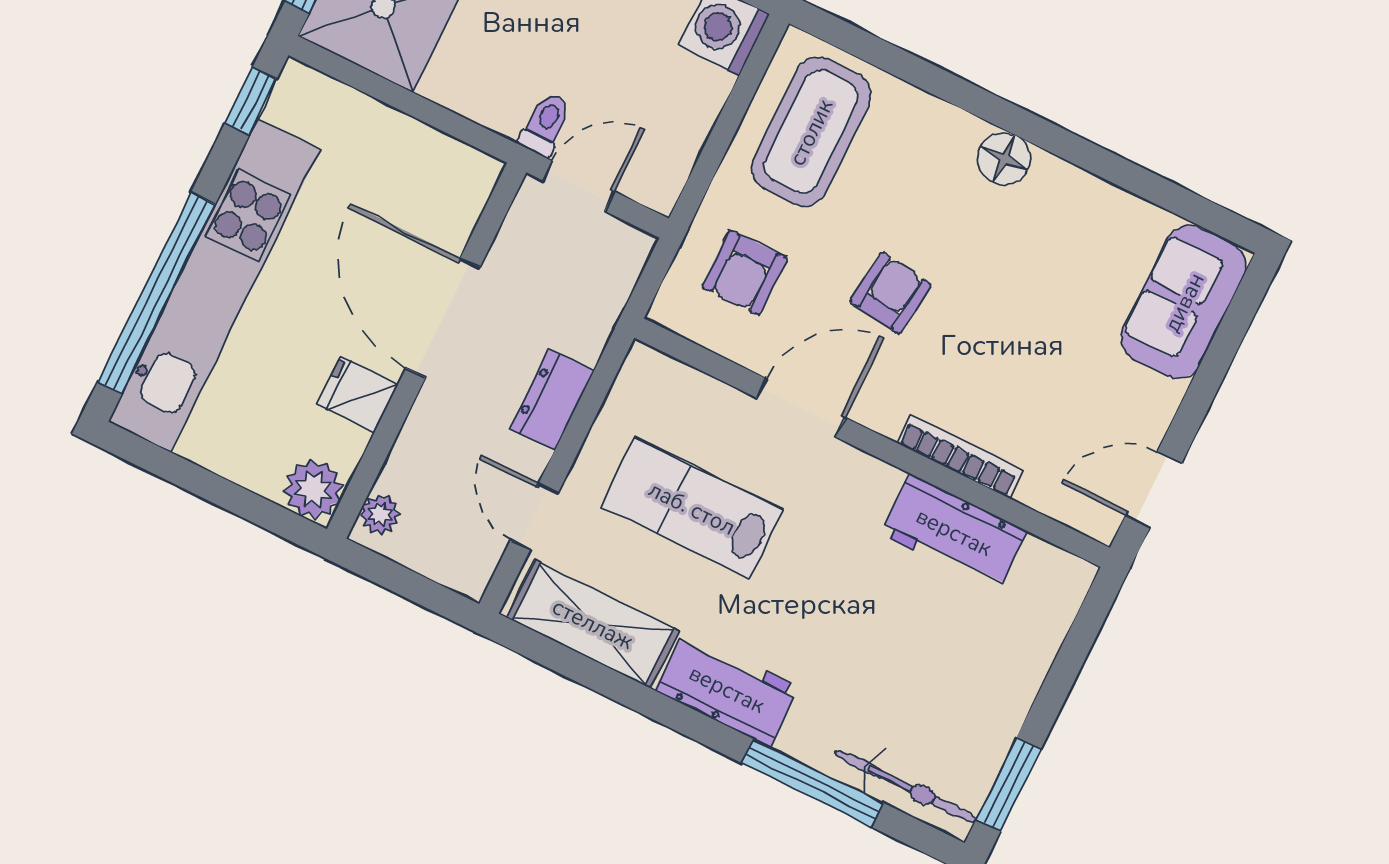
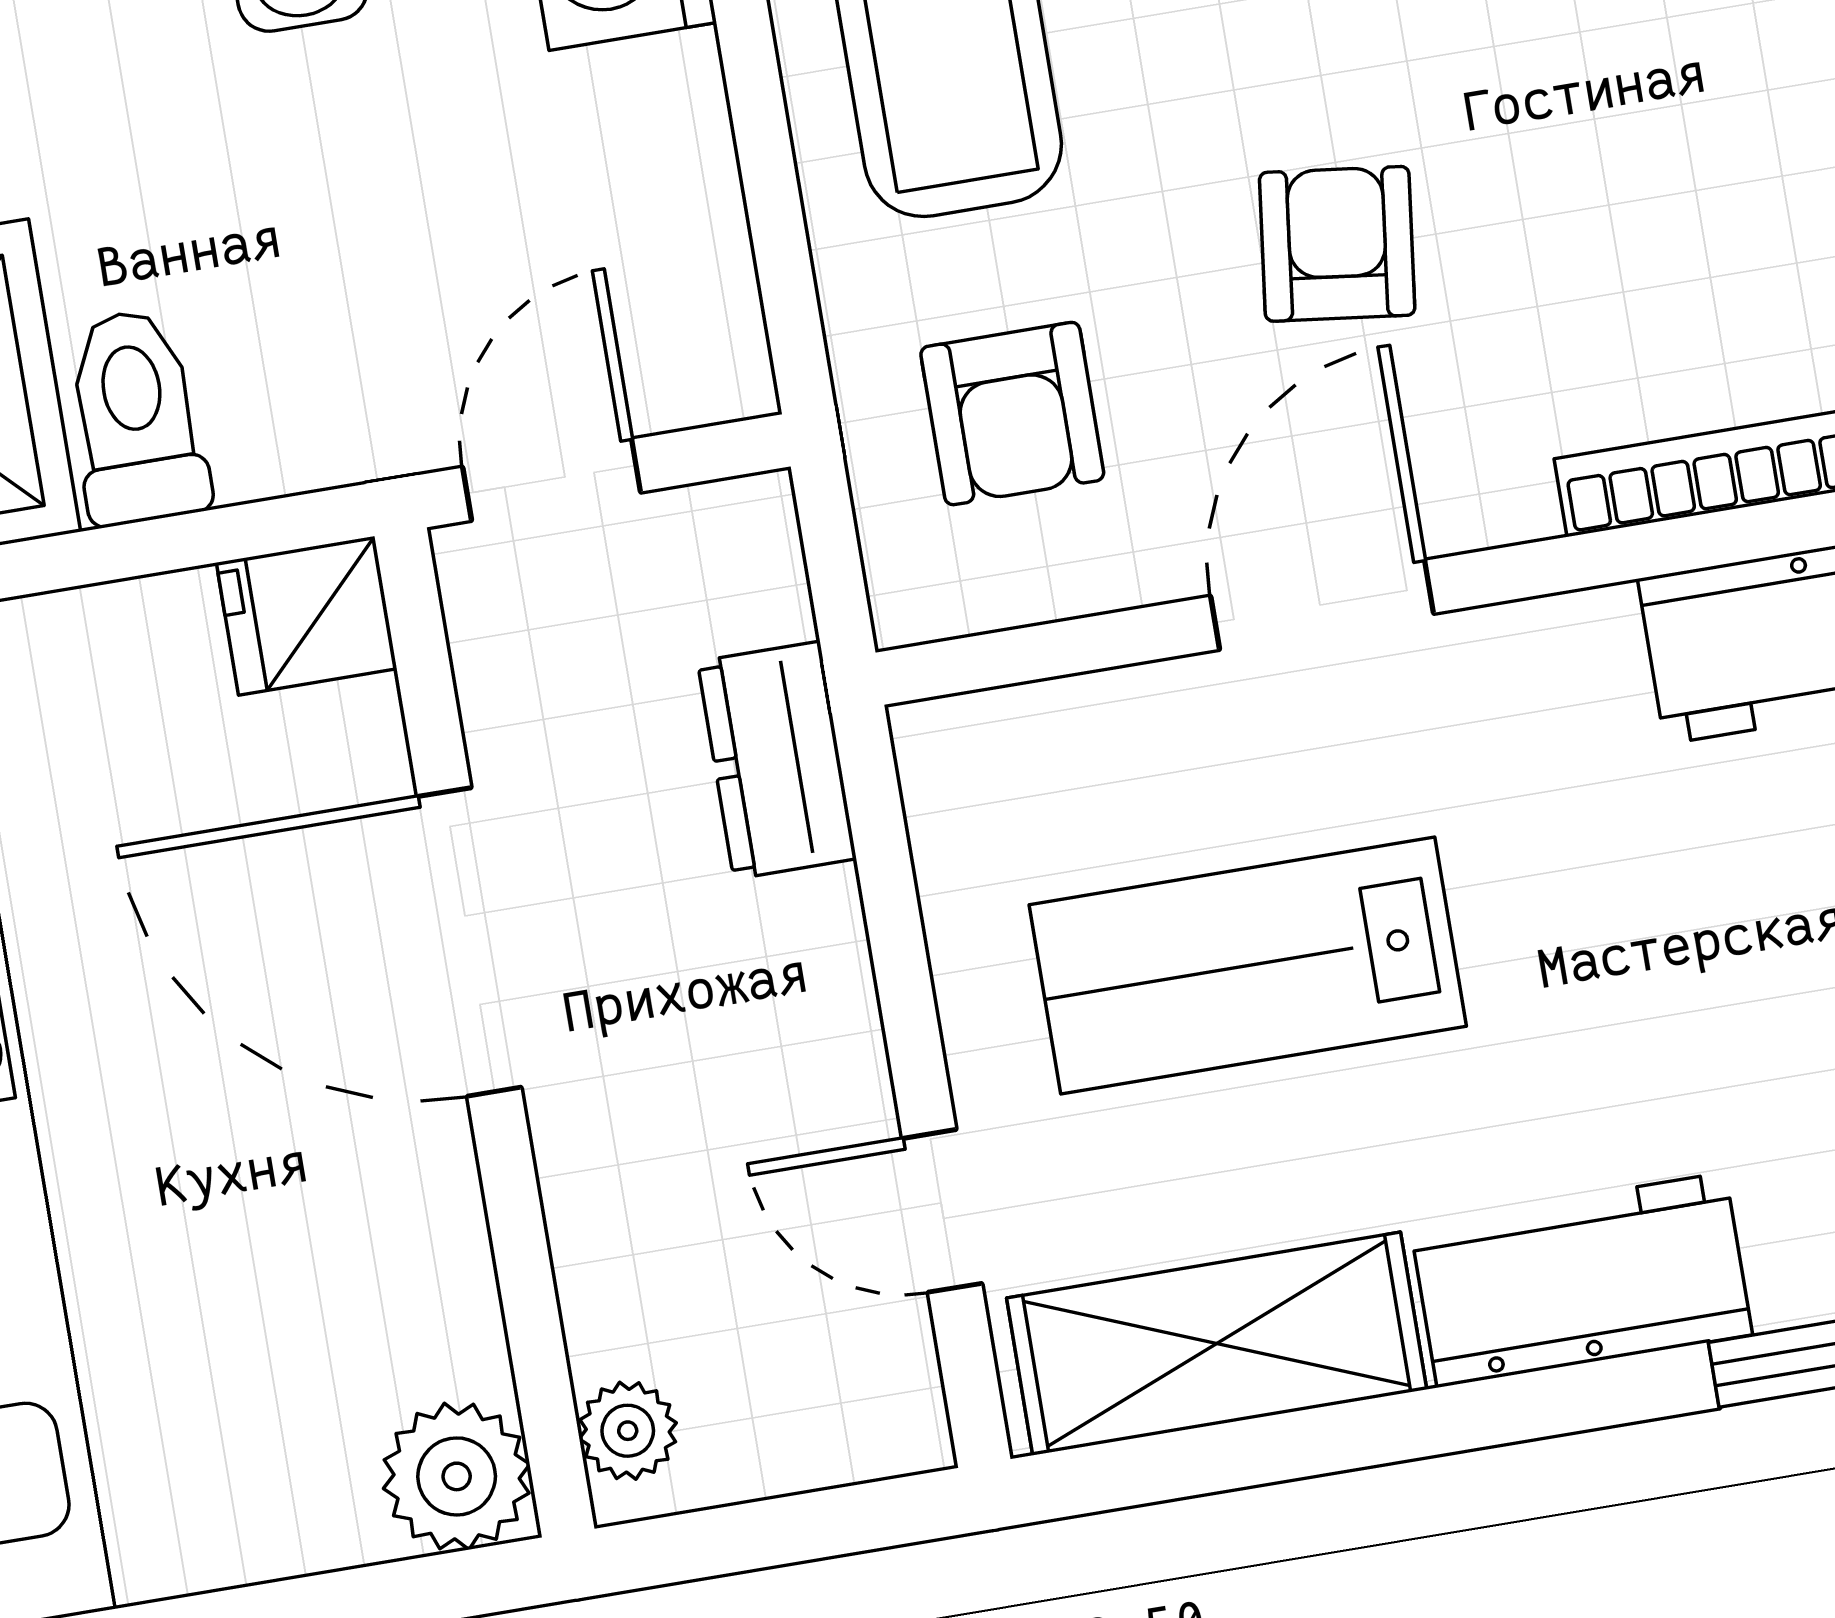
toilet: (545, 124) -> (136, 417), moved, width x1.37, depth x1.39
fridge: (357, 394) -> (307, 616), moved
dresser: (552, 400) -> (777, 760), moved

